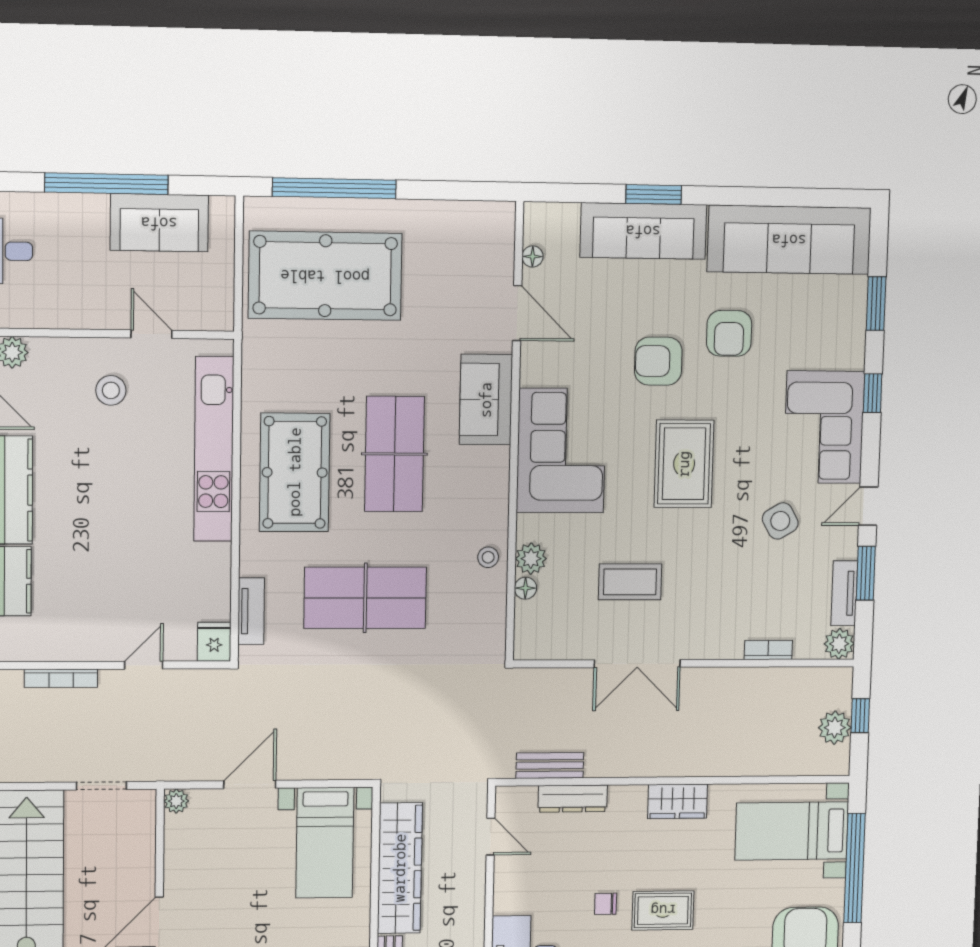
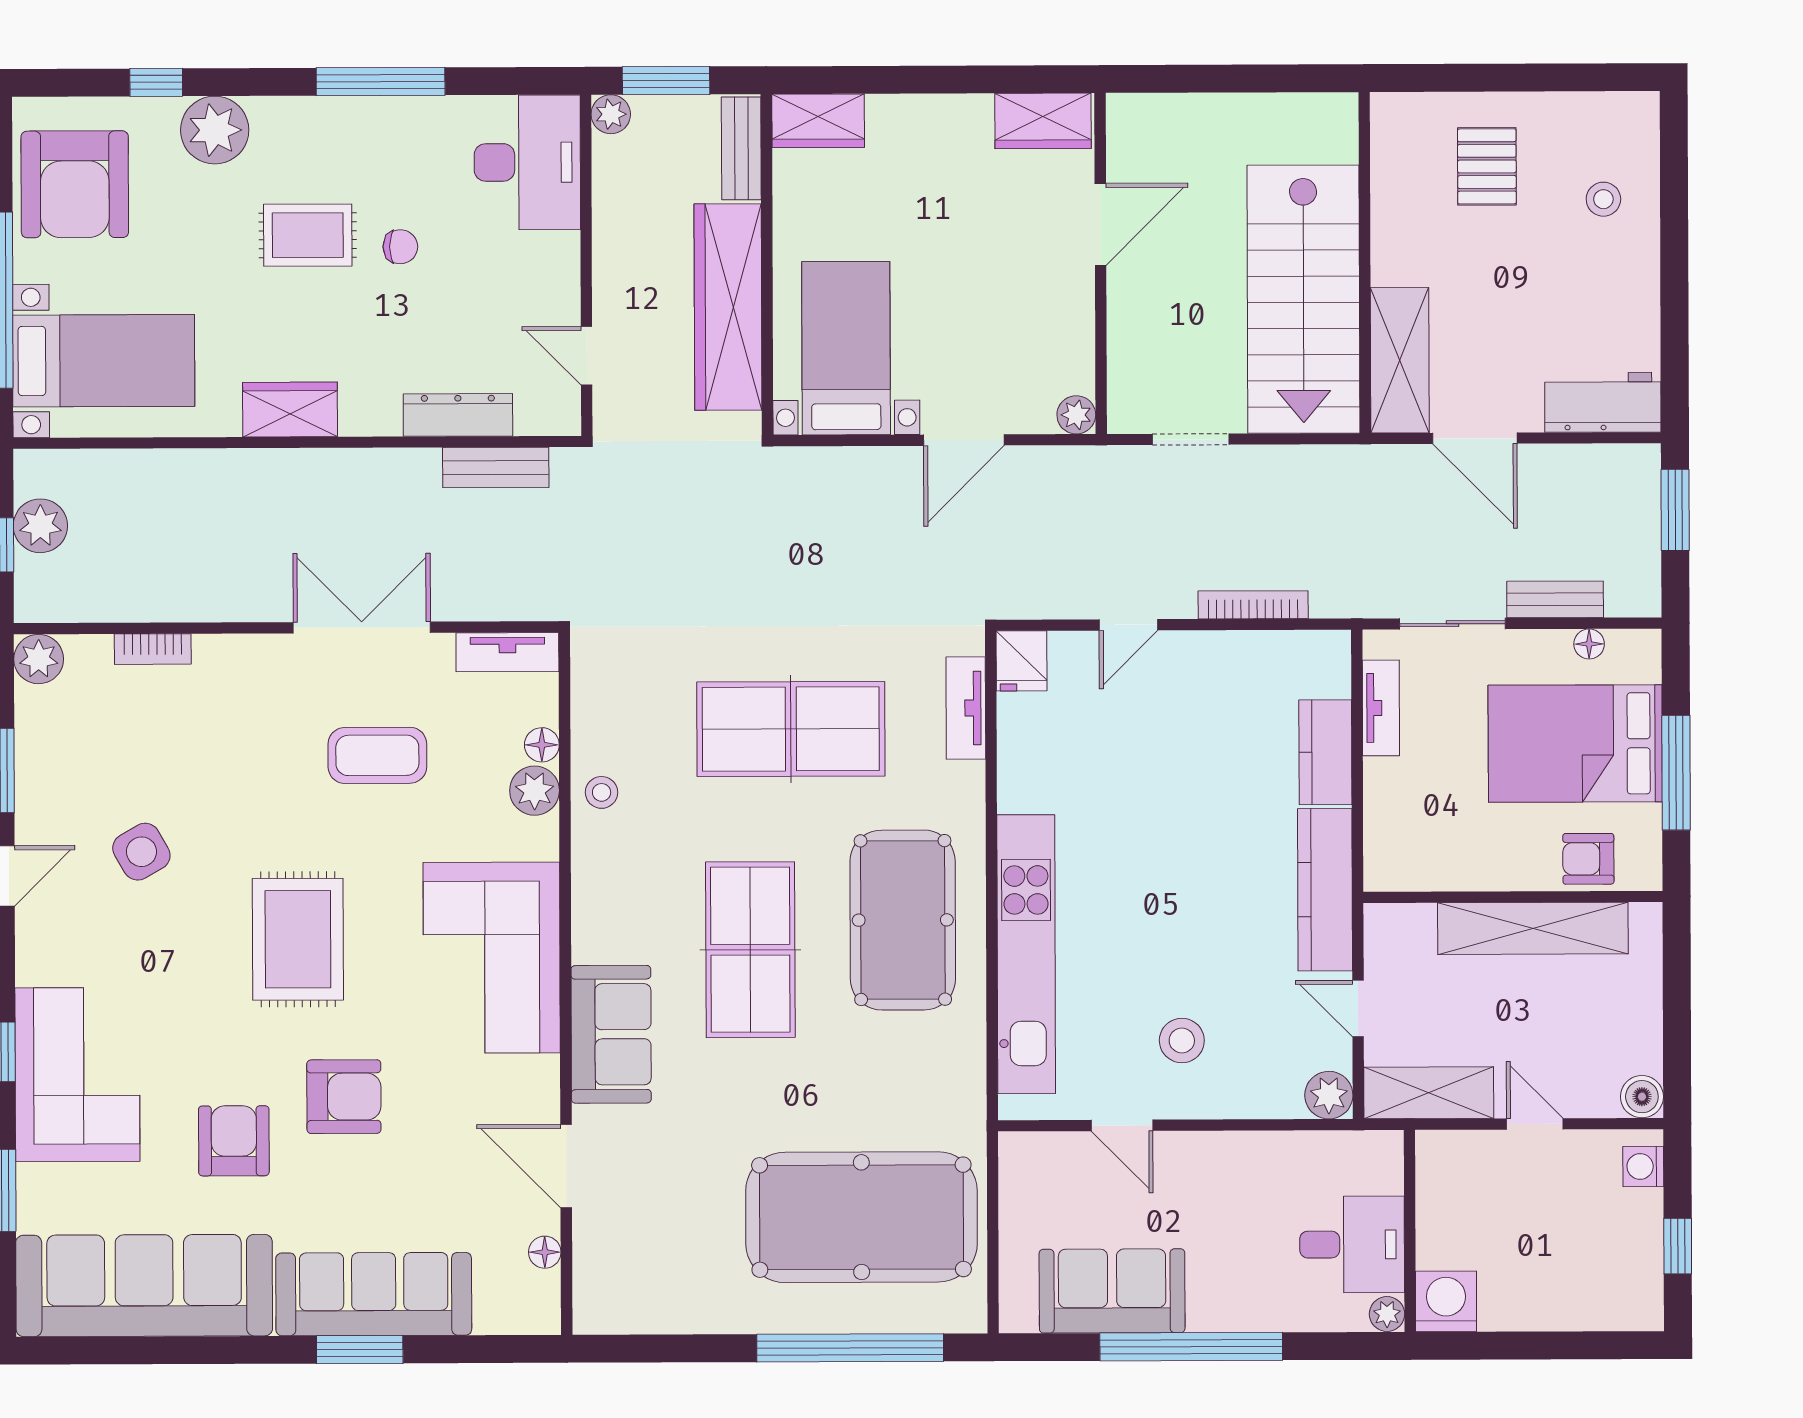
corner sofa: (824, 427) -> (77, 1075), moved
tv unit: (844, 593) -> (507, 652), moved, turned 90

